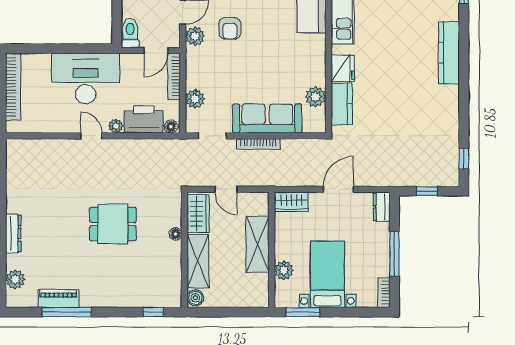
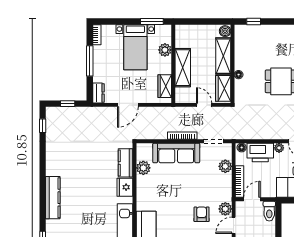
wardrobe: (291, 202) -> (165, 86), moved, turned -90

